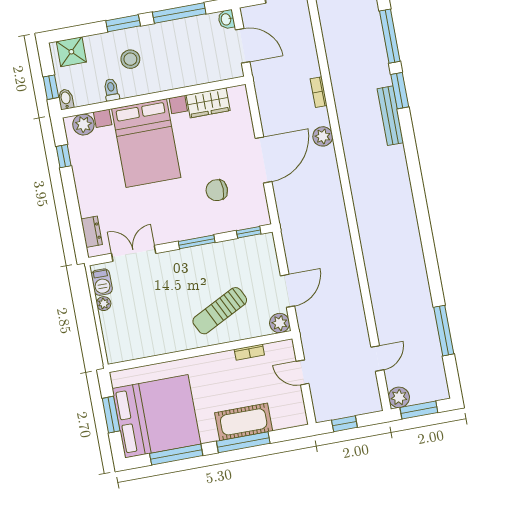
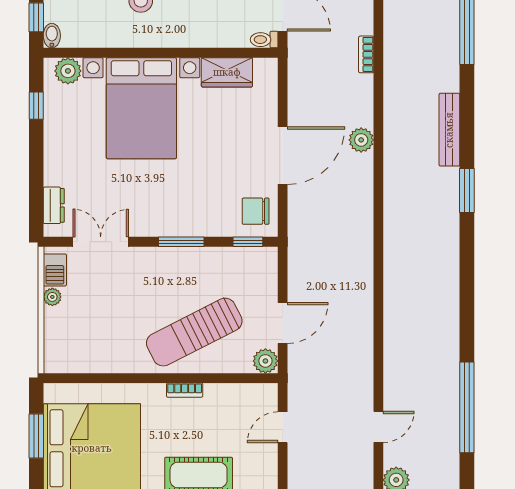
toilet: (111, 90) -> (264, 40), moved, turned -90
window: (400, 91) -> (467, 190), moved
bookcase: (319, 92) -> (366, 54), moved
chair: (217, 190) -> (256, 211), moved
sun lounger: (220, 311) -> (194, 332), width x1.36, depth x1.34
window: (444, 331) -> (467, 407), width x1.46
bookcase: (249, 352) -> (185, 390), moved
door: (303, 372) -> (283, 427), hinge flipped

